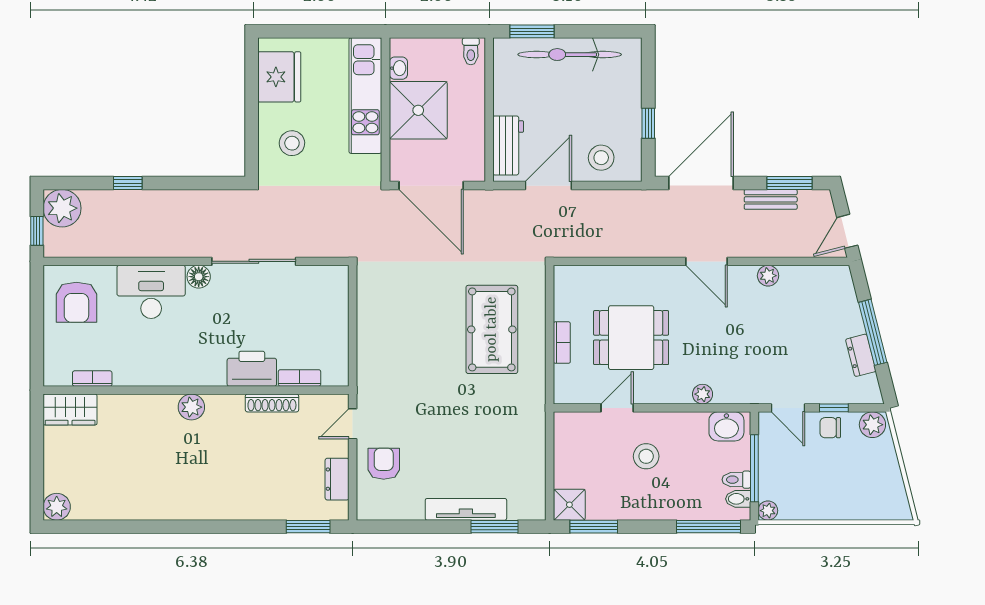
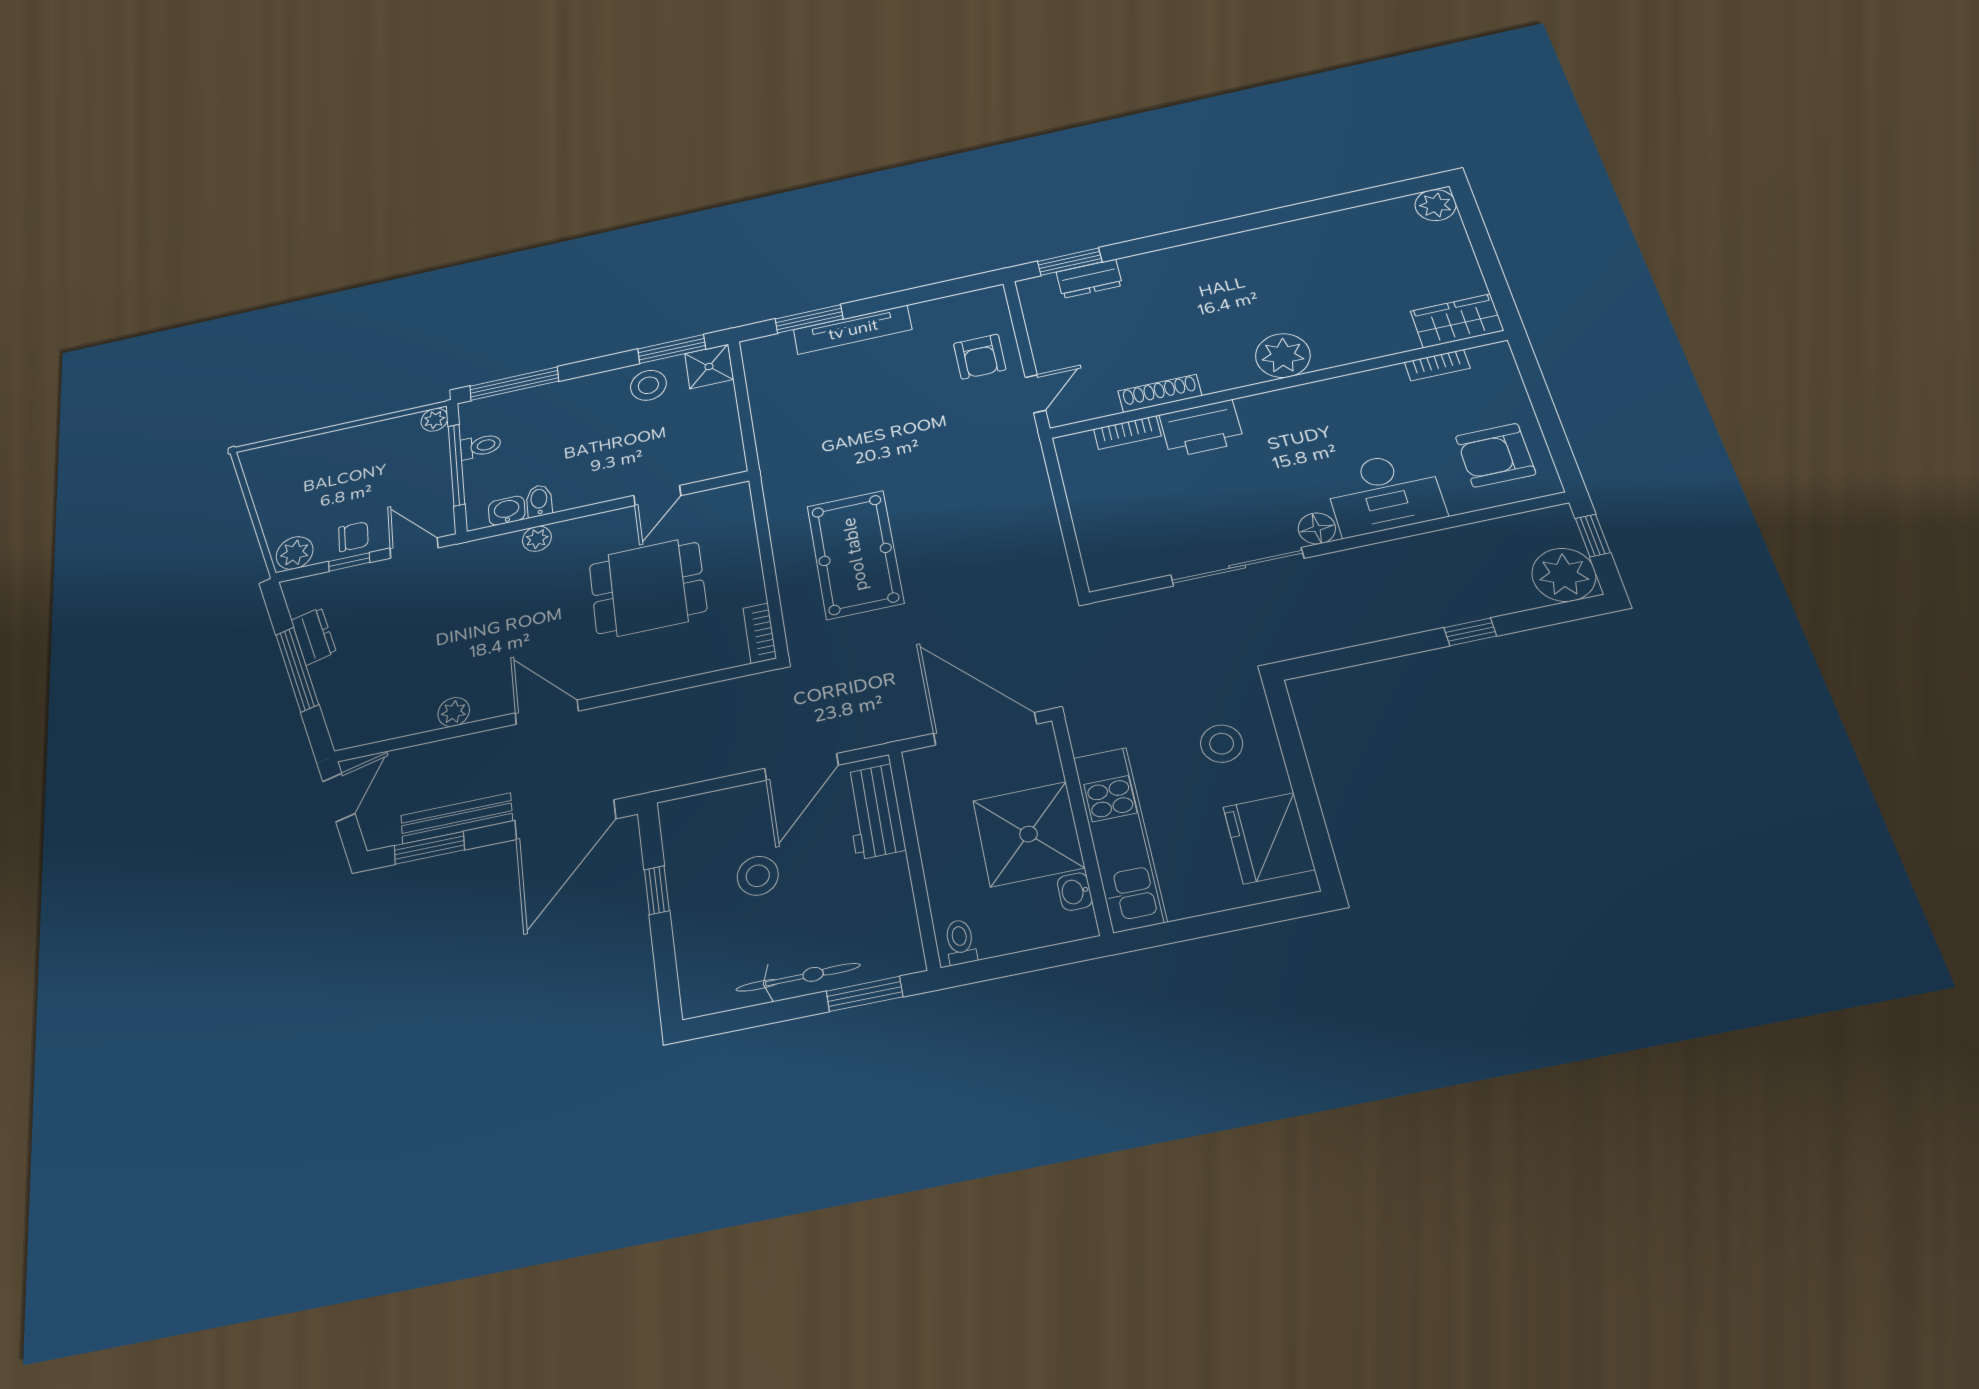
bicycle: (570, 55) -> (798, 977), width x0.73, depth x0.71
stool: (601, 158) -> (758, 876), moved
bench: (771, 199) -> (457, 818), width x1.36
armchair: (76, 302) -> (1495, 455), turned -90
bookcase: (562, 343) -> (760, 633), moved
plant: (191, 407) -> (1283, 356), width x1.36, depth x1.36
washbasin: (726, 426) -> (507, 511), width x0.72, depth x0.69
stool: (646, 456) -> (648, 385), moved
dresser: (337, 479) -> (1089, 279), moved, turned 90
bidet: (738, 499) -> (539, 501), moved, turned -90

